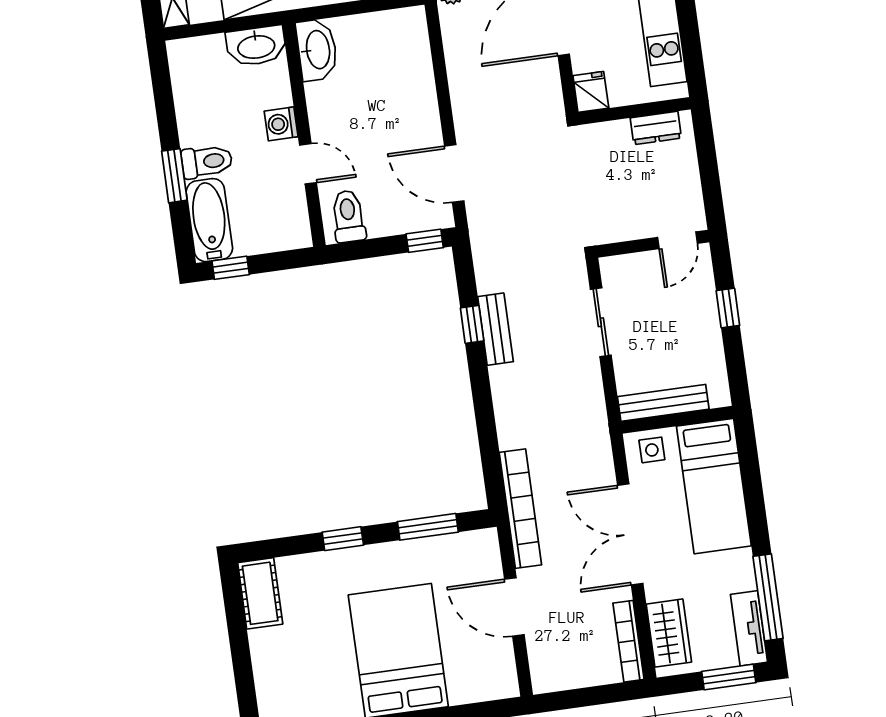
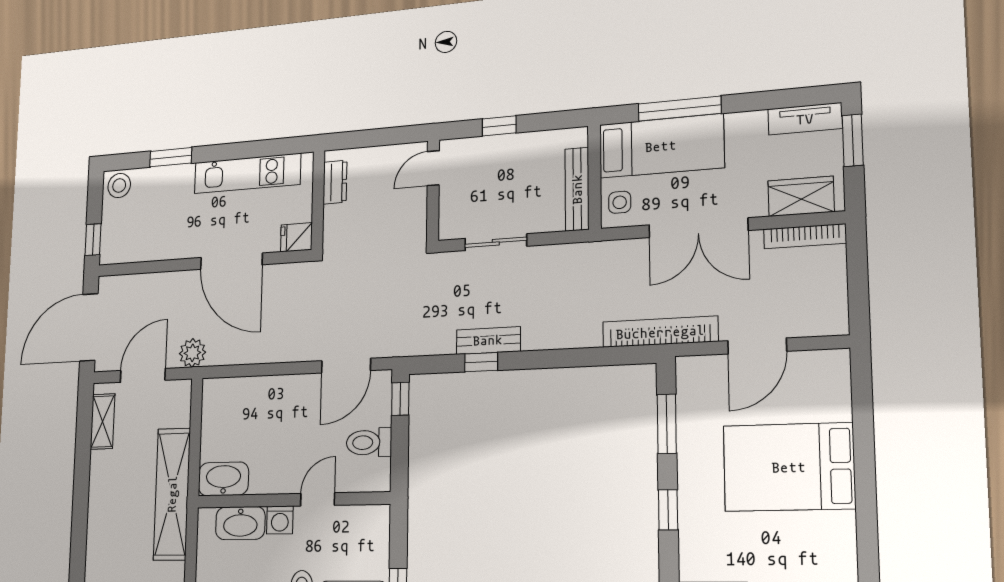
washbasin: (256, 46) -> (240, 523), moved, turned 90
toilet: (348, 216) -> (369, 442), moved
door: (678, 240) -> (433, 168), swing flipped
window: (768, 597) -> (679, 109), moved

